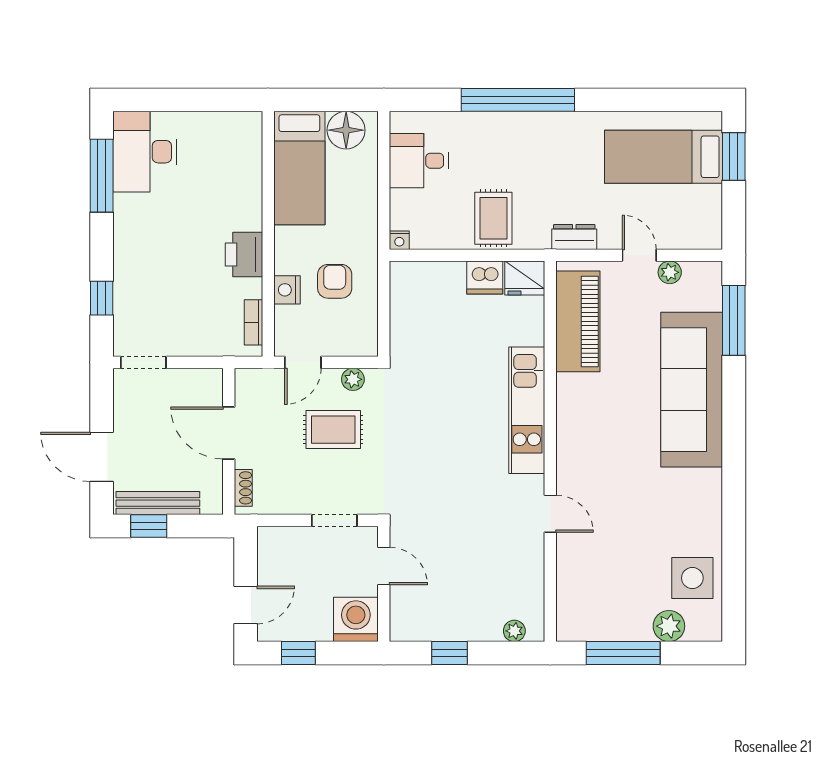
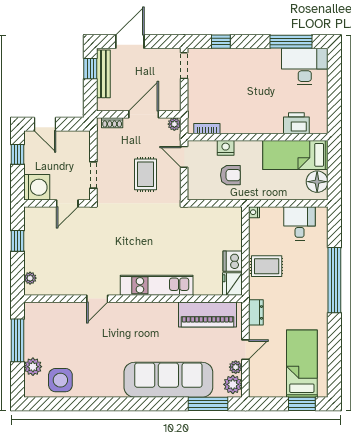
printer: (244, 255) -> (296, 123), moved
plant: (700, 277) -> (233, 384), added
plant: (353, 379) -> (174, 124), moved

